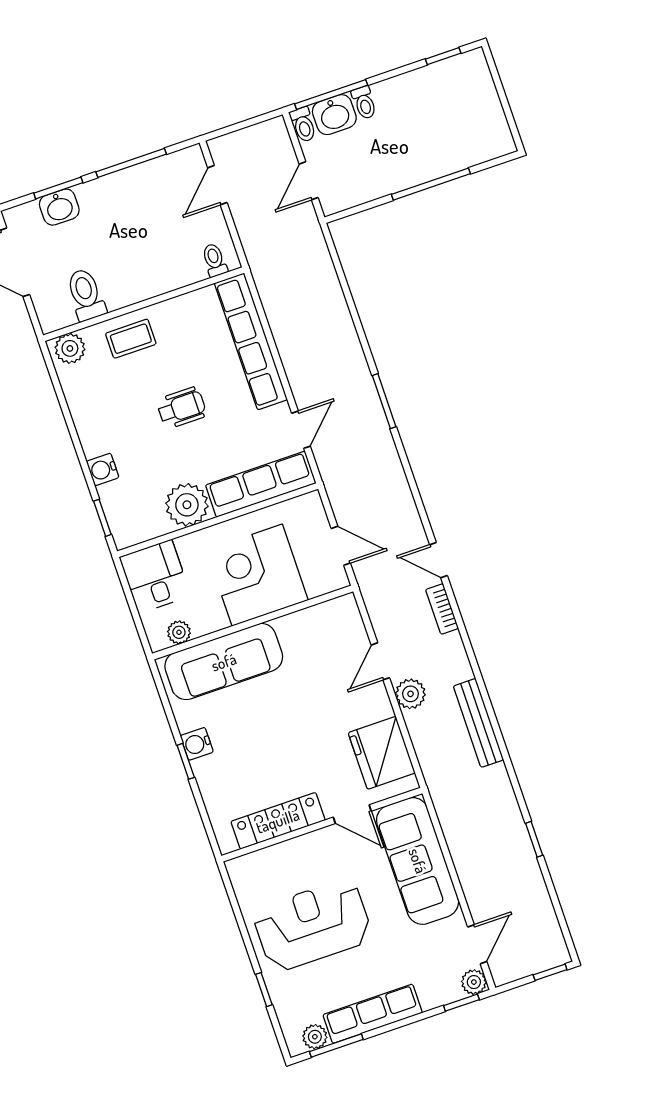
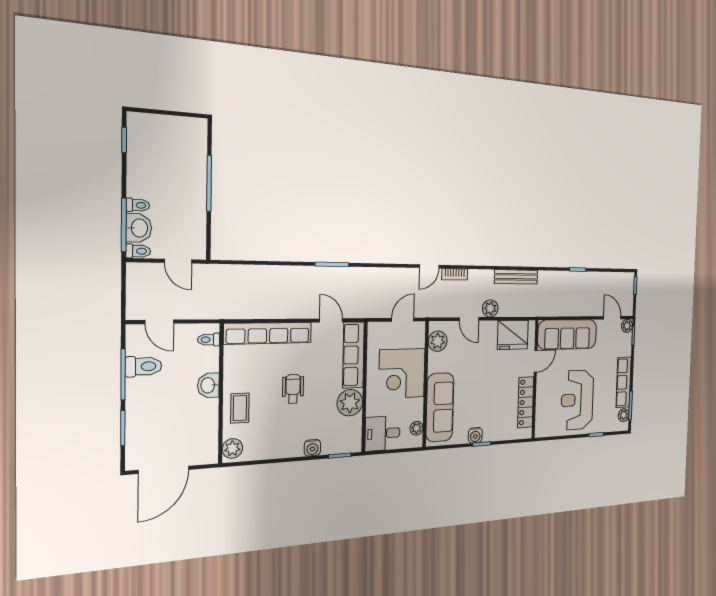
washbasin: (59, 207) -> (208, 385), moved, turned 180
toilet: (86, 295) -> (144, 366), moved, turned 180
plant: (327, 618) -> (438, 341), added

